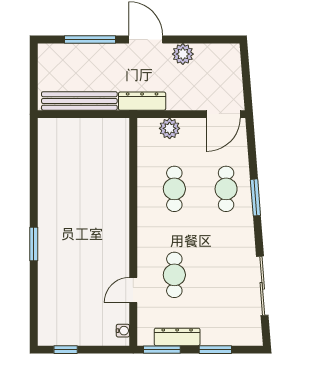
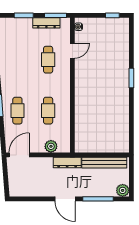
plant: (183, 54) -> (123, 190), moved

